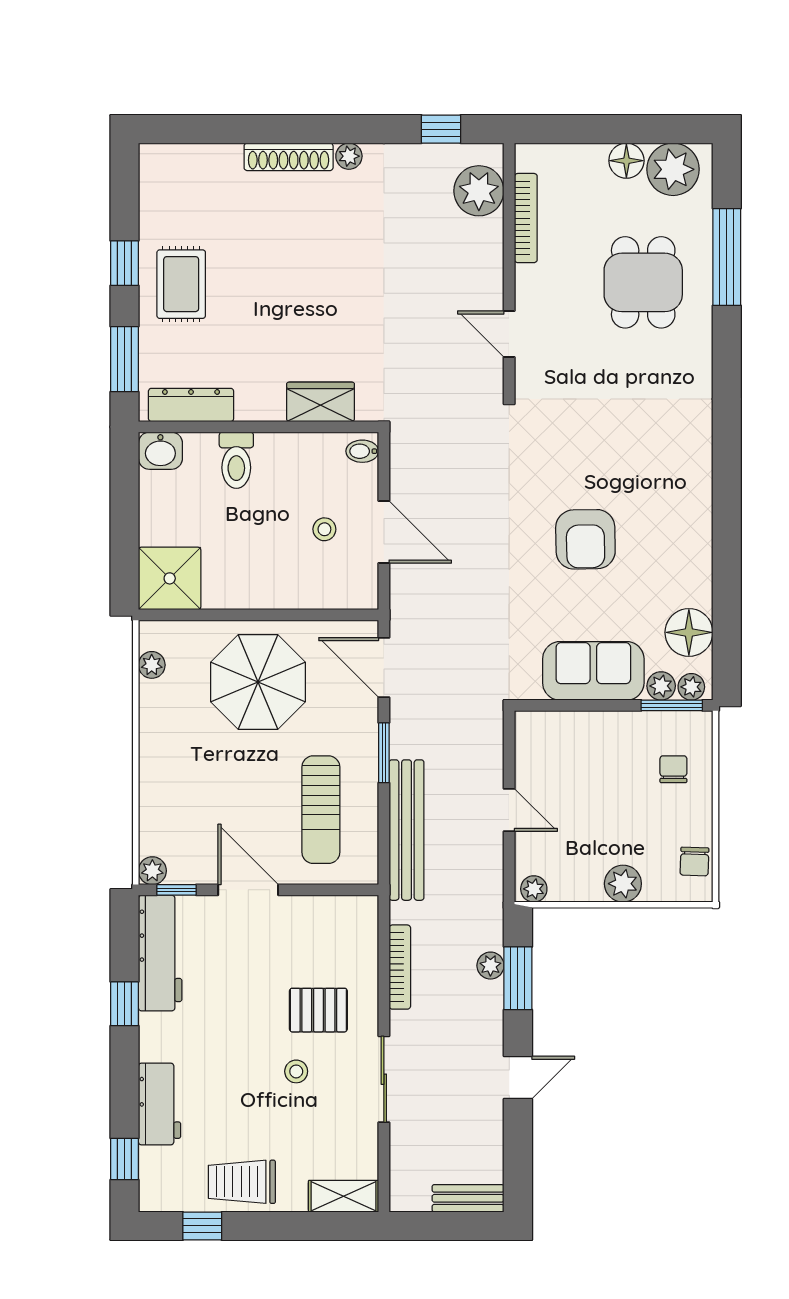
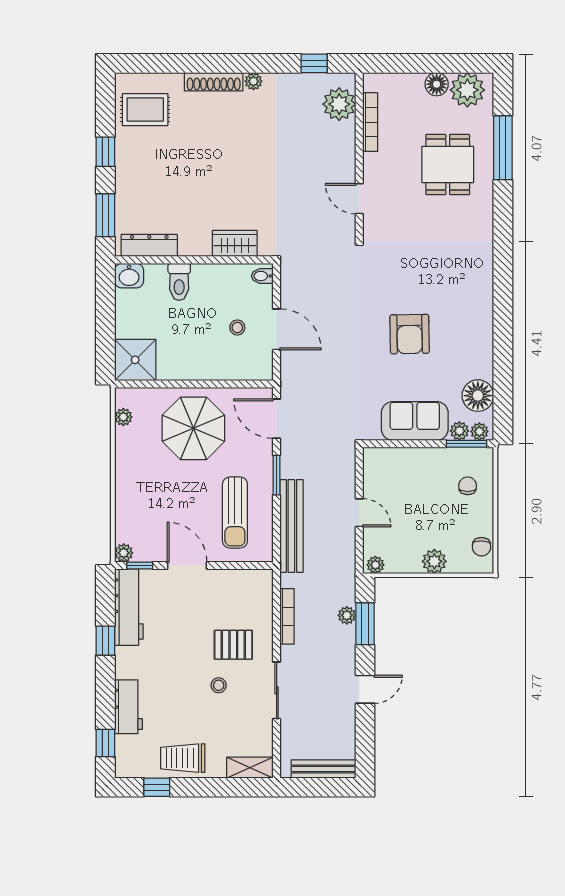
rug: (181, 284) -> (145, 110), moved, turned 90
bench: (468, 1198) -> (323, 769), width x1.36

